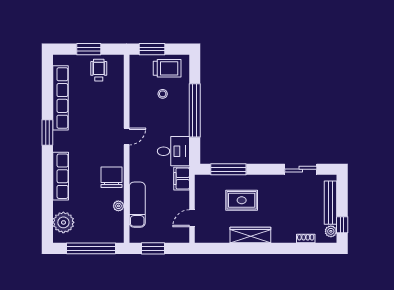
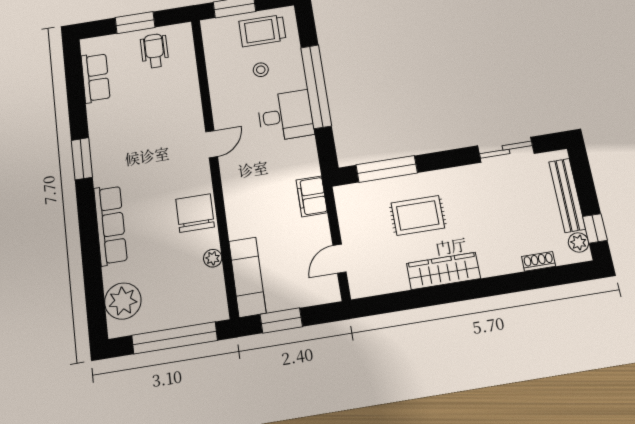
trolley: (167, 68) -> (262, 31), turned 180
row of seats: (61, 98) -> (96, 78), width x0.50
desk: (173, 151) -> (285, 116), moved
exam couch: (137, 205) -> (247, 277), moved

